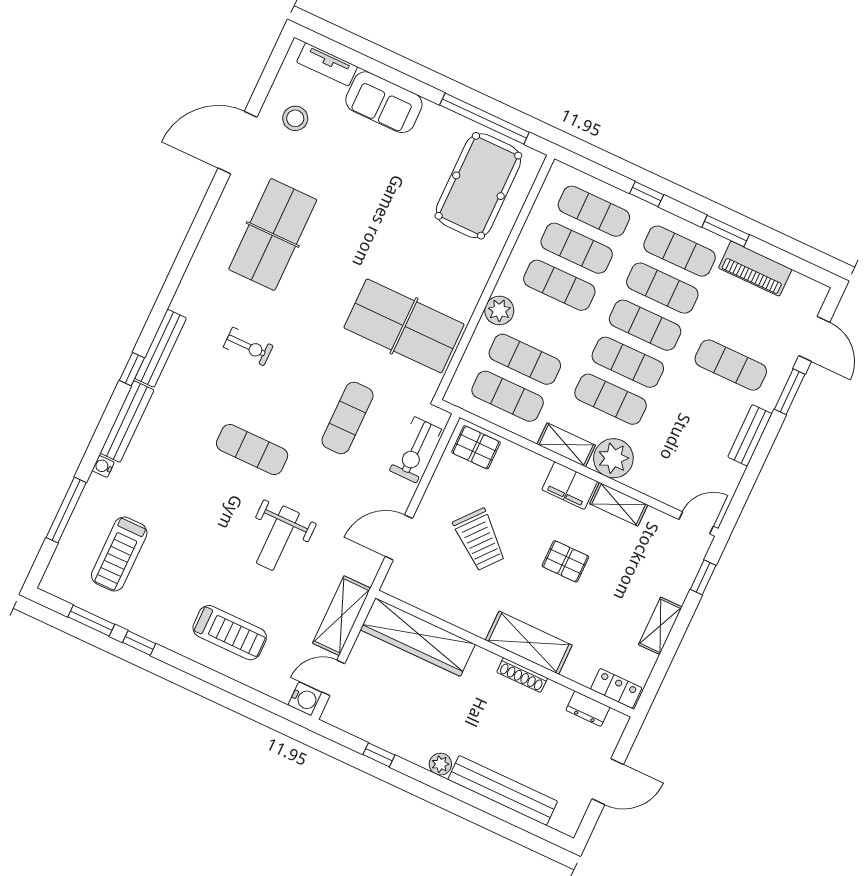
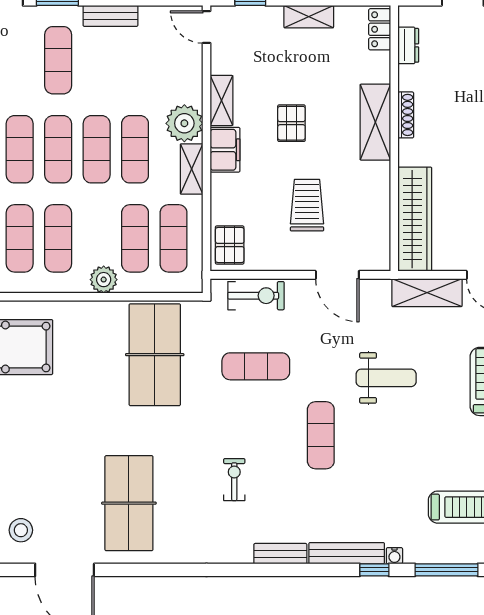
table tennis table: (273, 235) -> (129, 503), turned 90
bench: (161, 348) -> (280, 554), width x0.73
window: (132, 369) -> (374, 570), moved
trolley: (480, 540) -> (307, 205), turned -40

